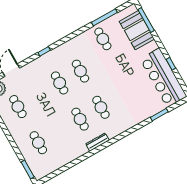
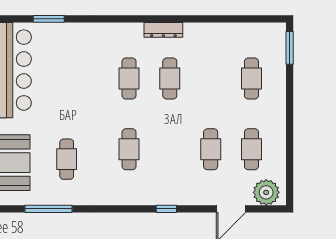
cafe table: (103, 39) -> (67, 159), moved
cafe table: (60, 83) -> (211, 149), moved

